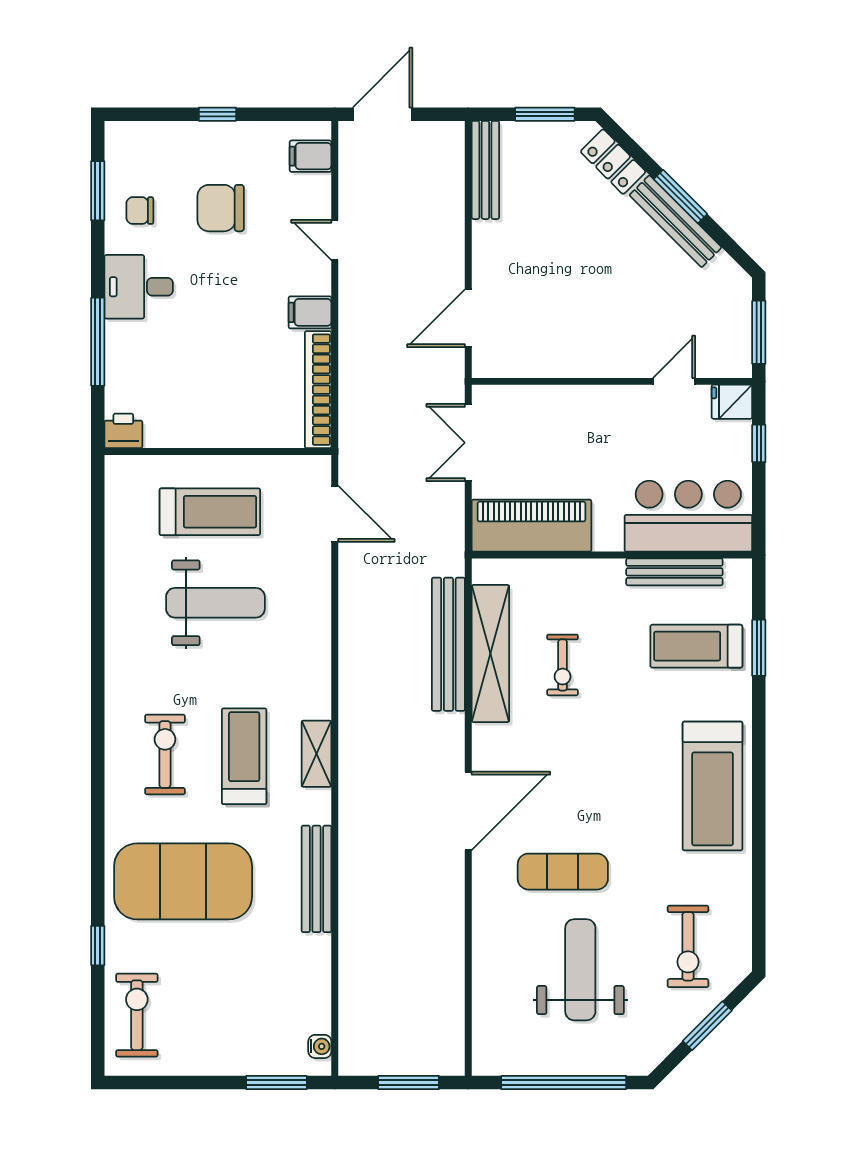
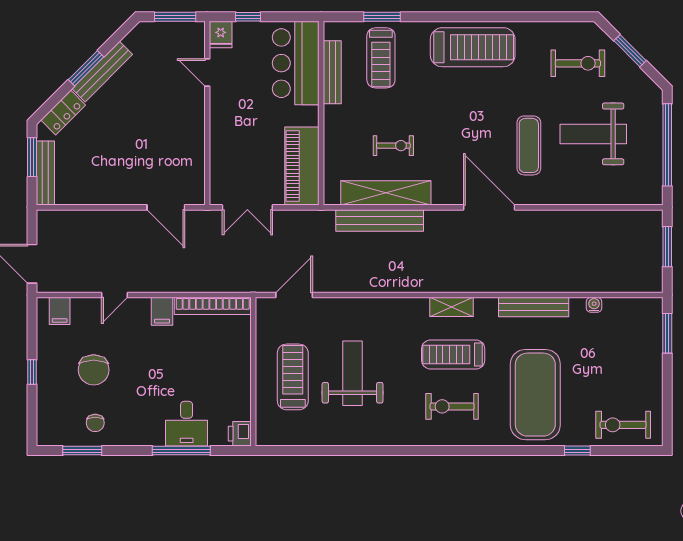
bench: (485, 170) -> (45, 173), moved, turned 90
desk: (139, 287) -> (187, 424), moved
water cooler: (320, 1046) -> (594, 305), moved

